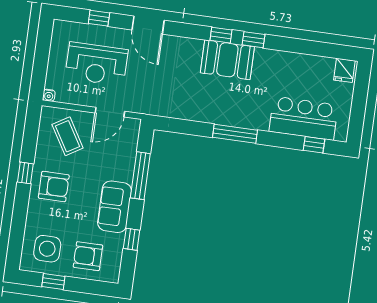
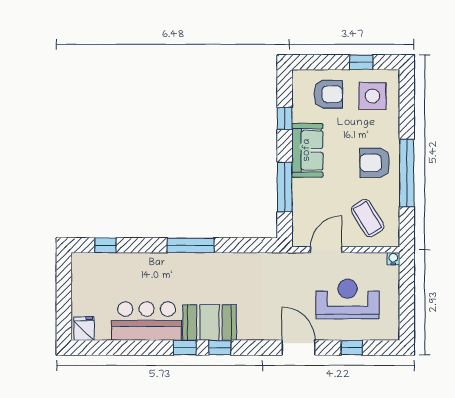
bar counter: (304, 118) -> (147, 321), moved, turned 180
window: (25, 173) -> (407, 173), width x3.17

